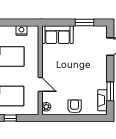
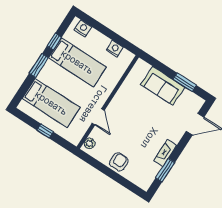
sofa: (58, 35) -> (163, 86), moved
fireplace: (102, 100) -> (165, 153), moved

